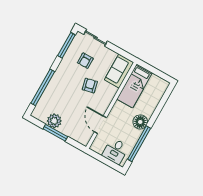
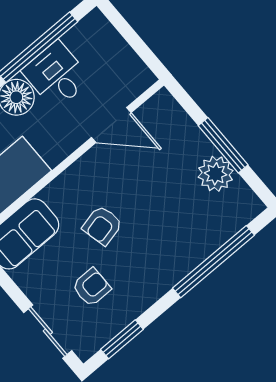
window: (66, 45) -> (122, 339), width x0.69
door: (100, 125) -> (111, 125), hinge flipped
desk: (115, 151) -> (57, 75), moved, turned -90

